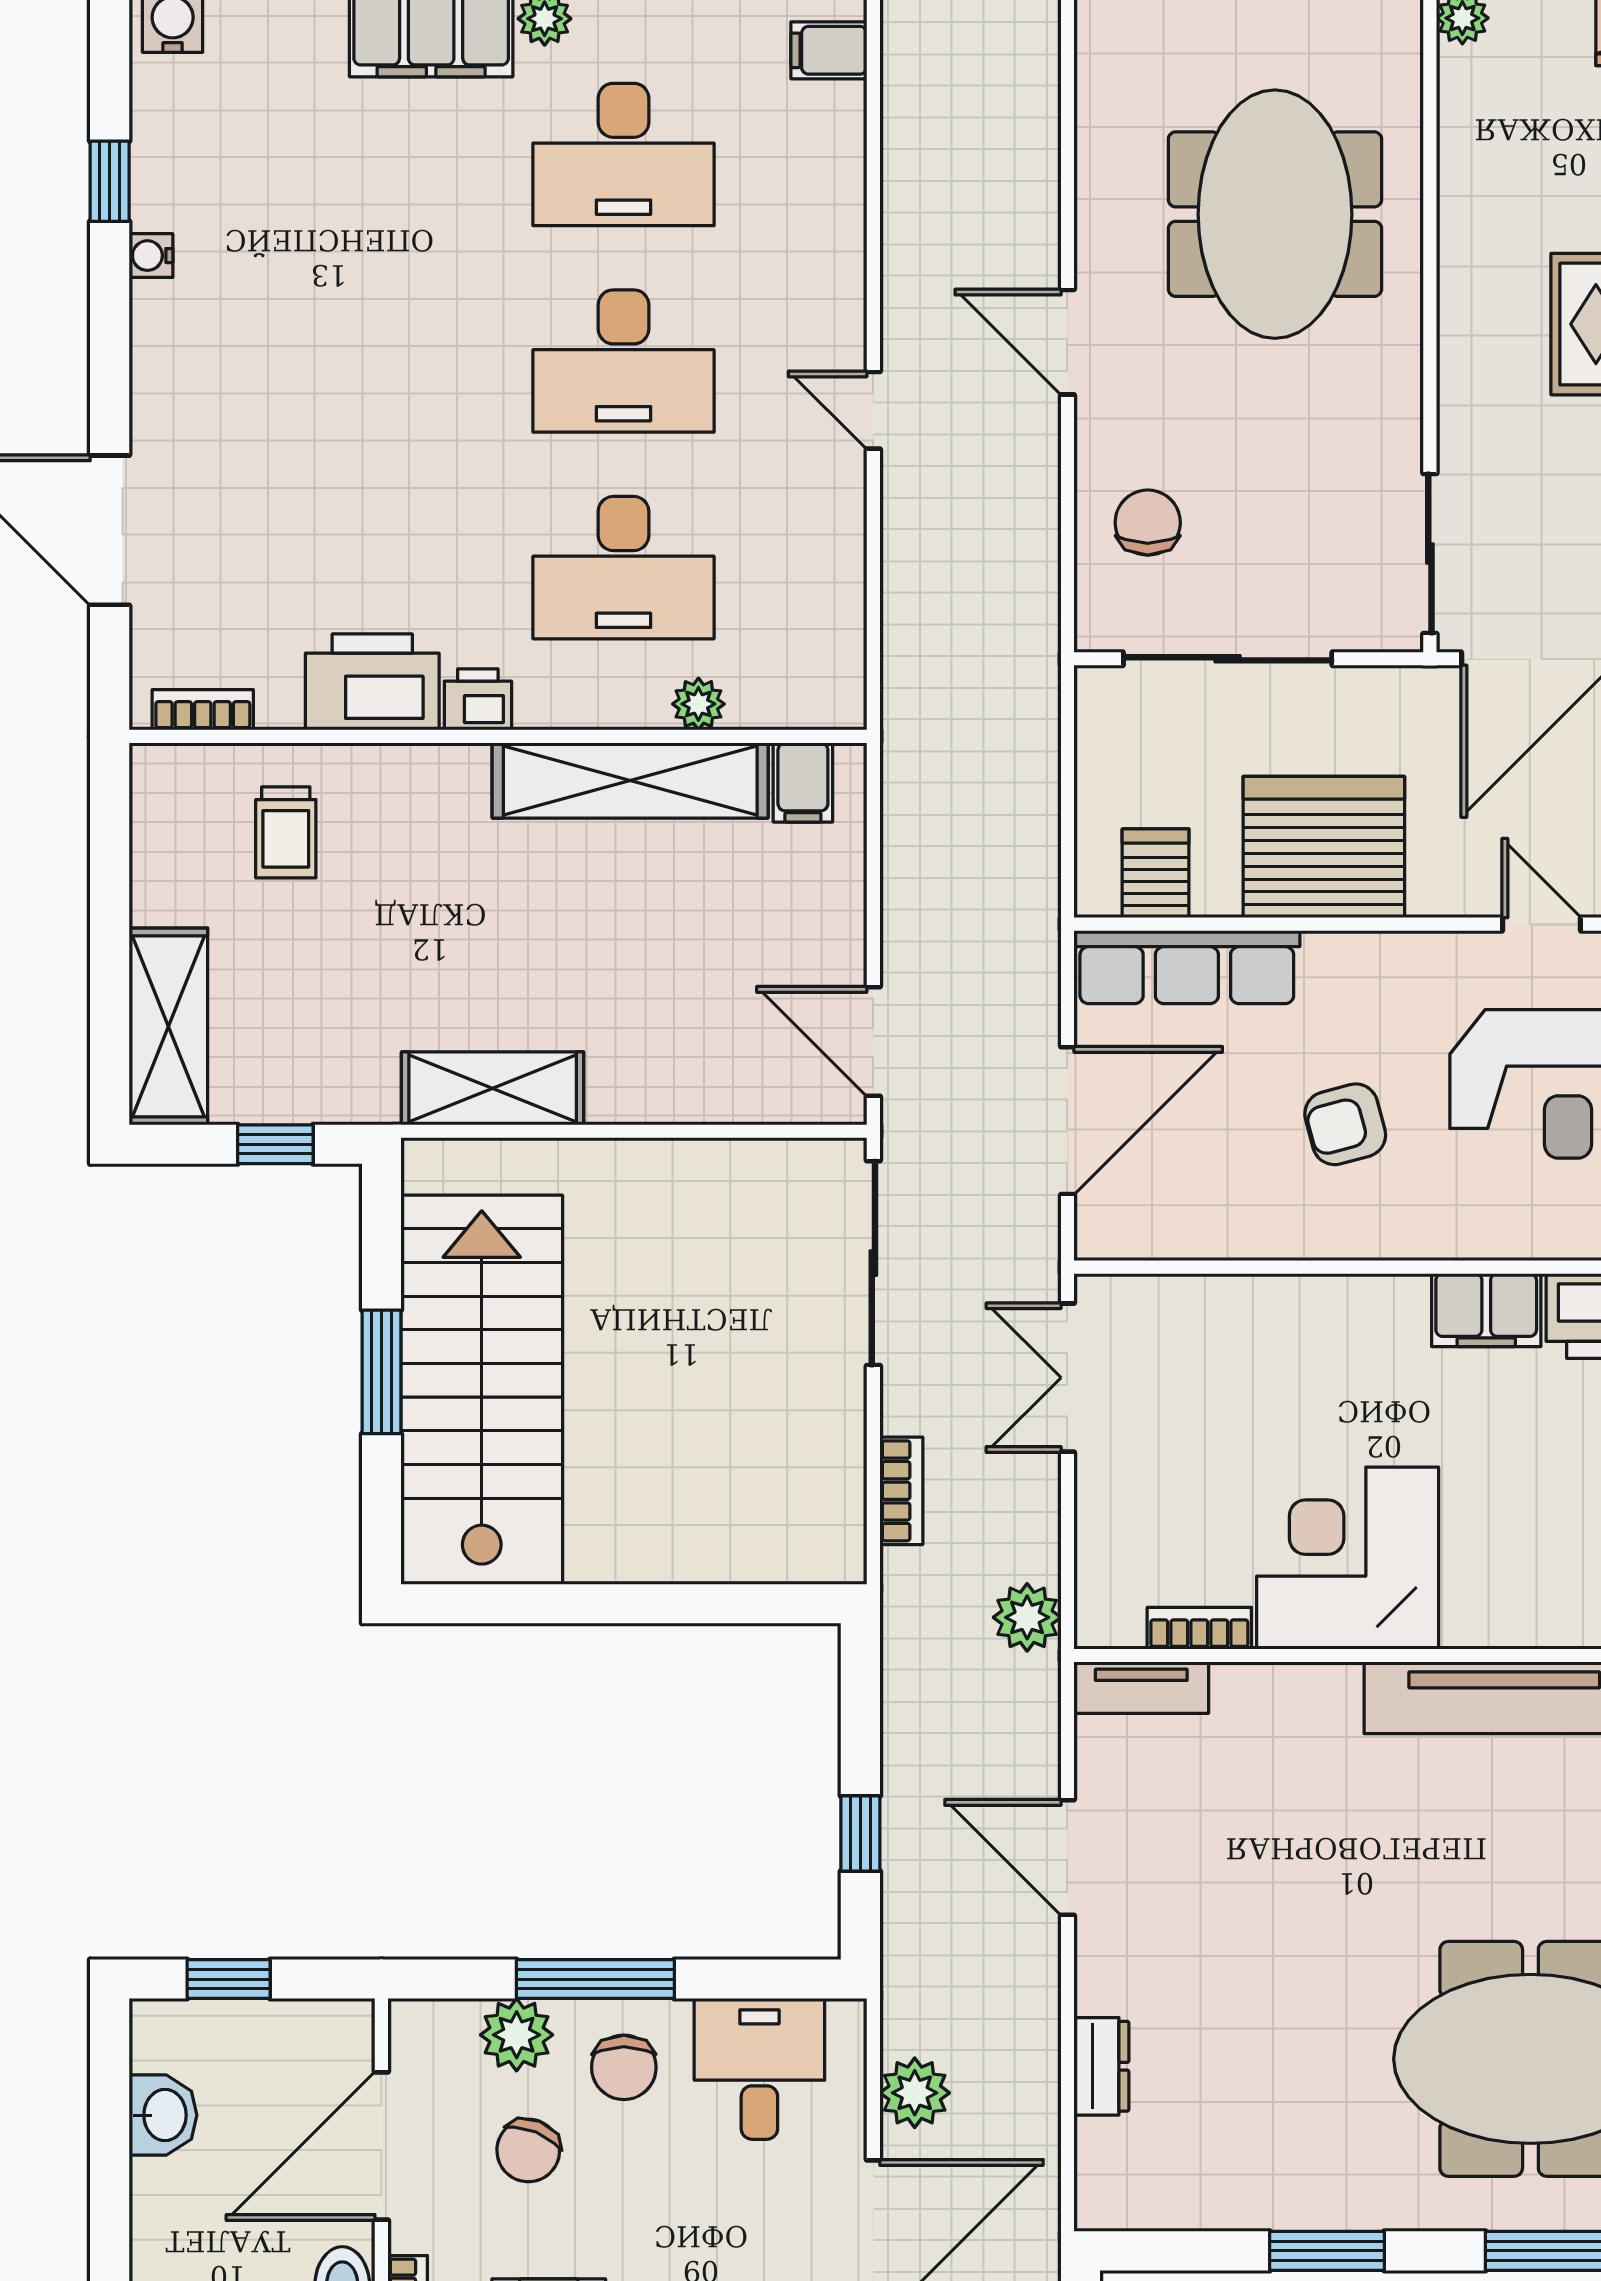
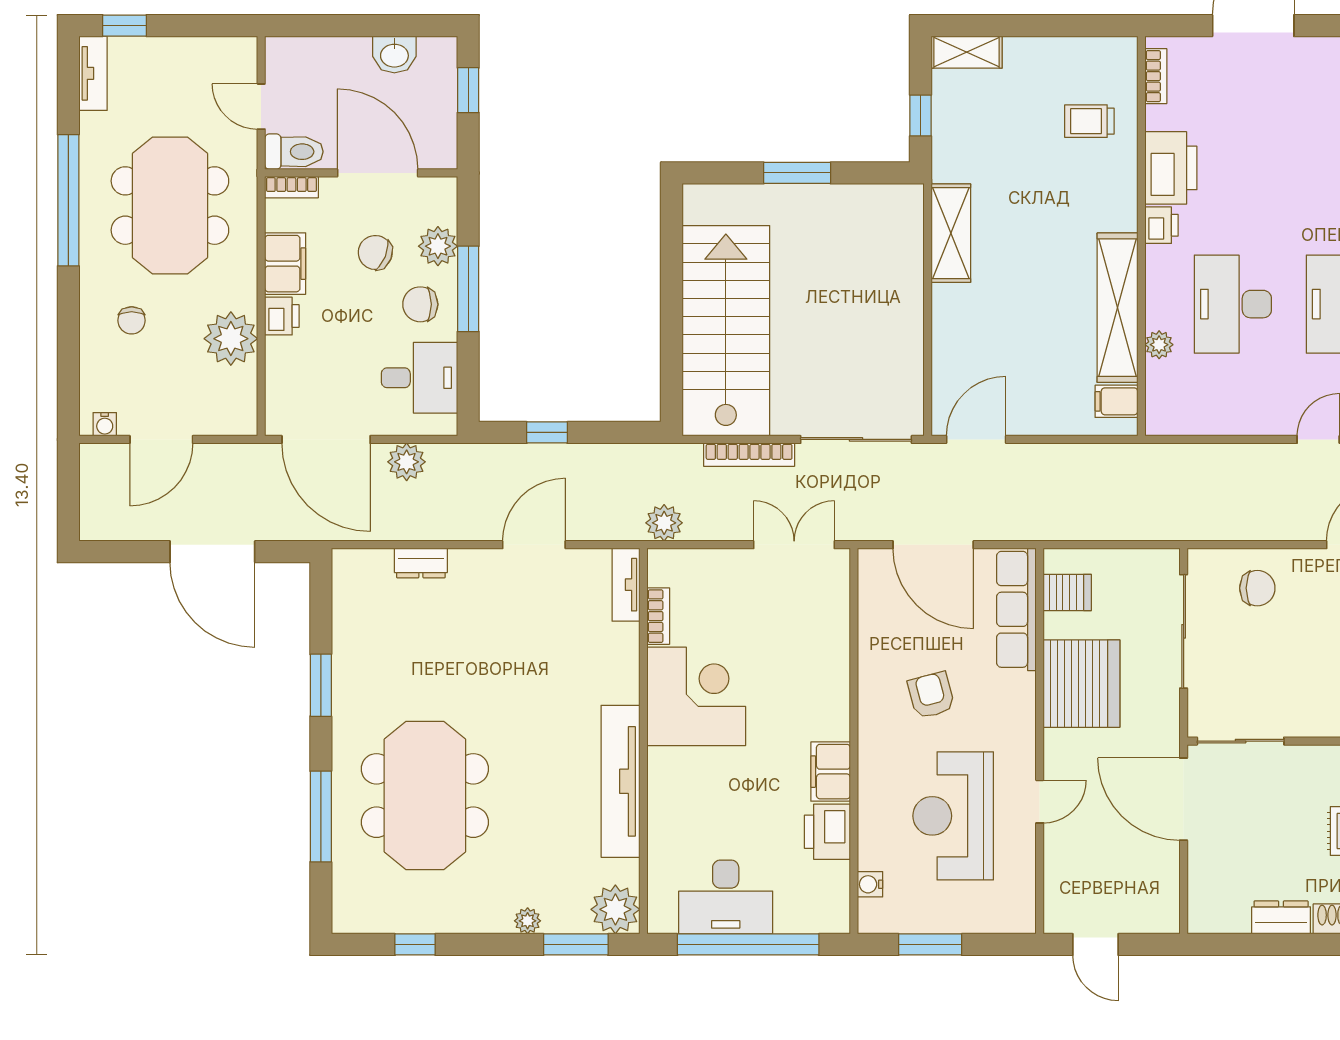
shelving: (168, 1026) -> (967, 52), width x0.67, depth x0.75
stairs: (482, 1389) -> (726, 331), moved, turned -90
bookcase: (901, 1491) -> (749, 455), width x1.56

